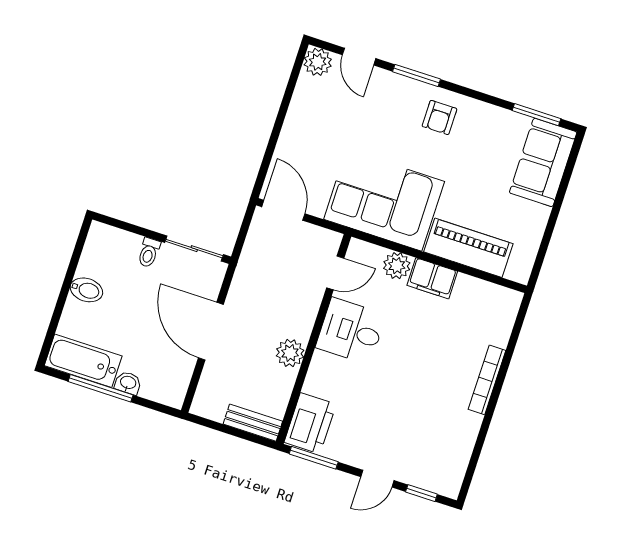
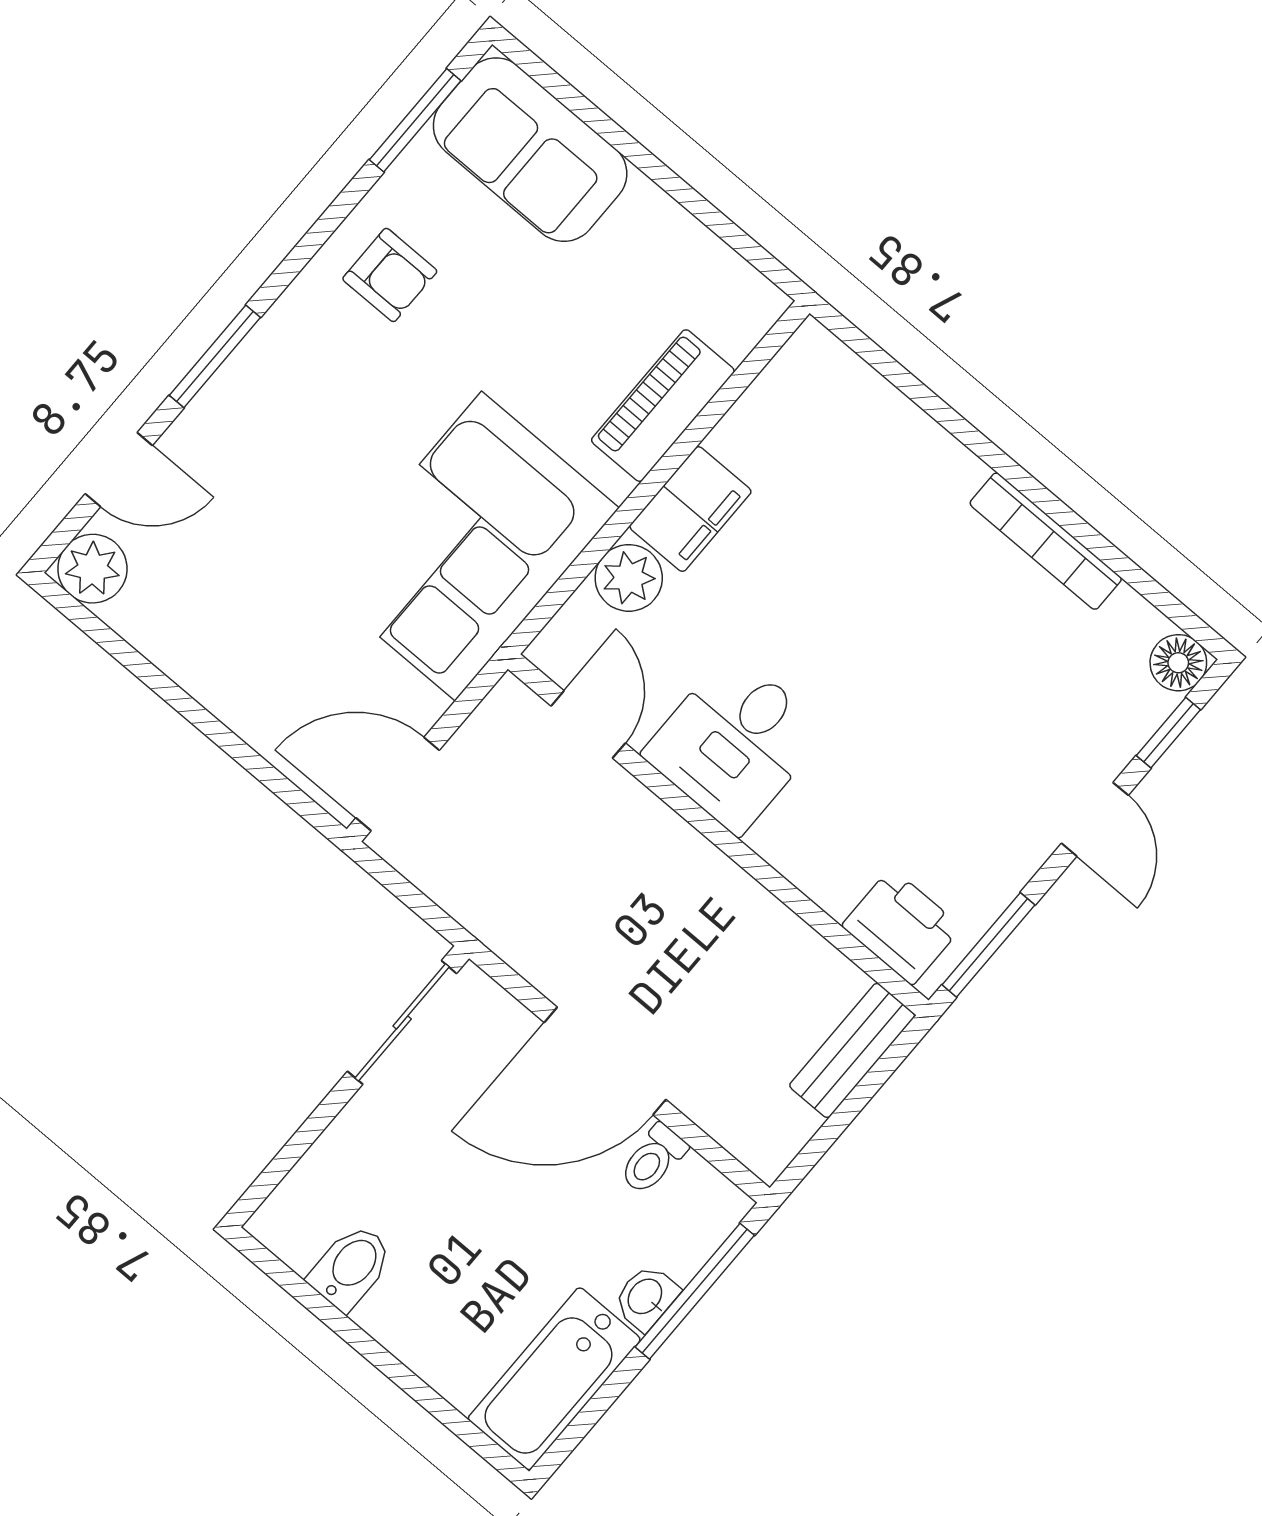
armchair: (439, 117) -> (390, 275), moved
piano: (468, 248) -> (663, 406), width x0.73, depth x0.75
toilet: (149, 253) -> (653, 1159), moved, turned 90
bidet: (86, 290) -> (351, 1267), moved
plant: (290, 353) -> (728, 901), removed
bookcase: (487, 380) -> (1046, 541), moved
window: (101, 388) -> (695, 1291), moved
printer: (310, 423) -> (902, 927), width x0.73, depth x0.84
floor lamp: (449, 486) -> (1178, 663), added

